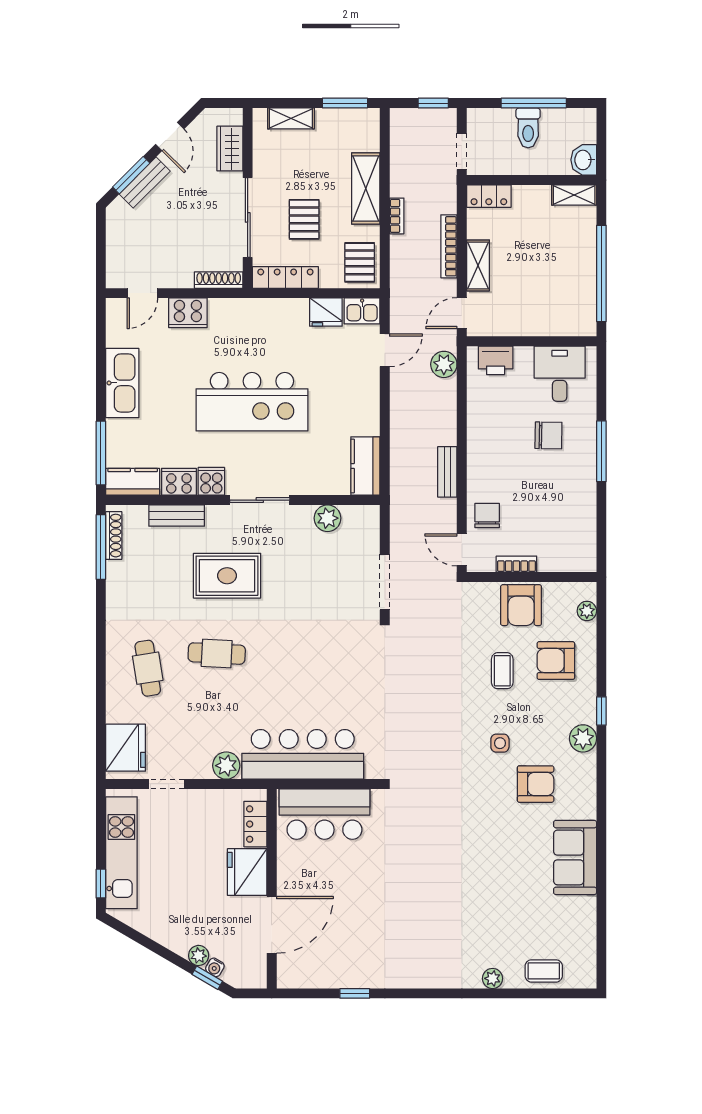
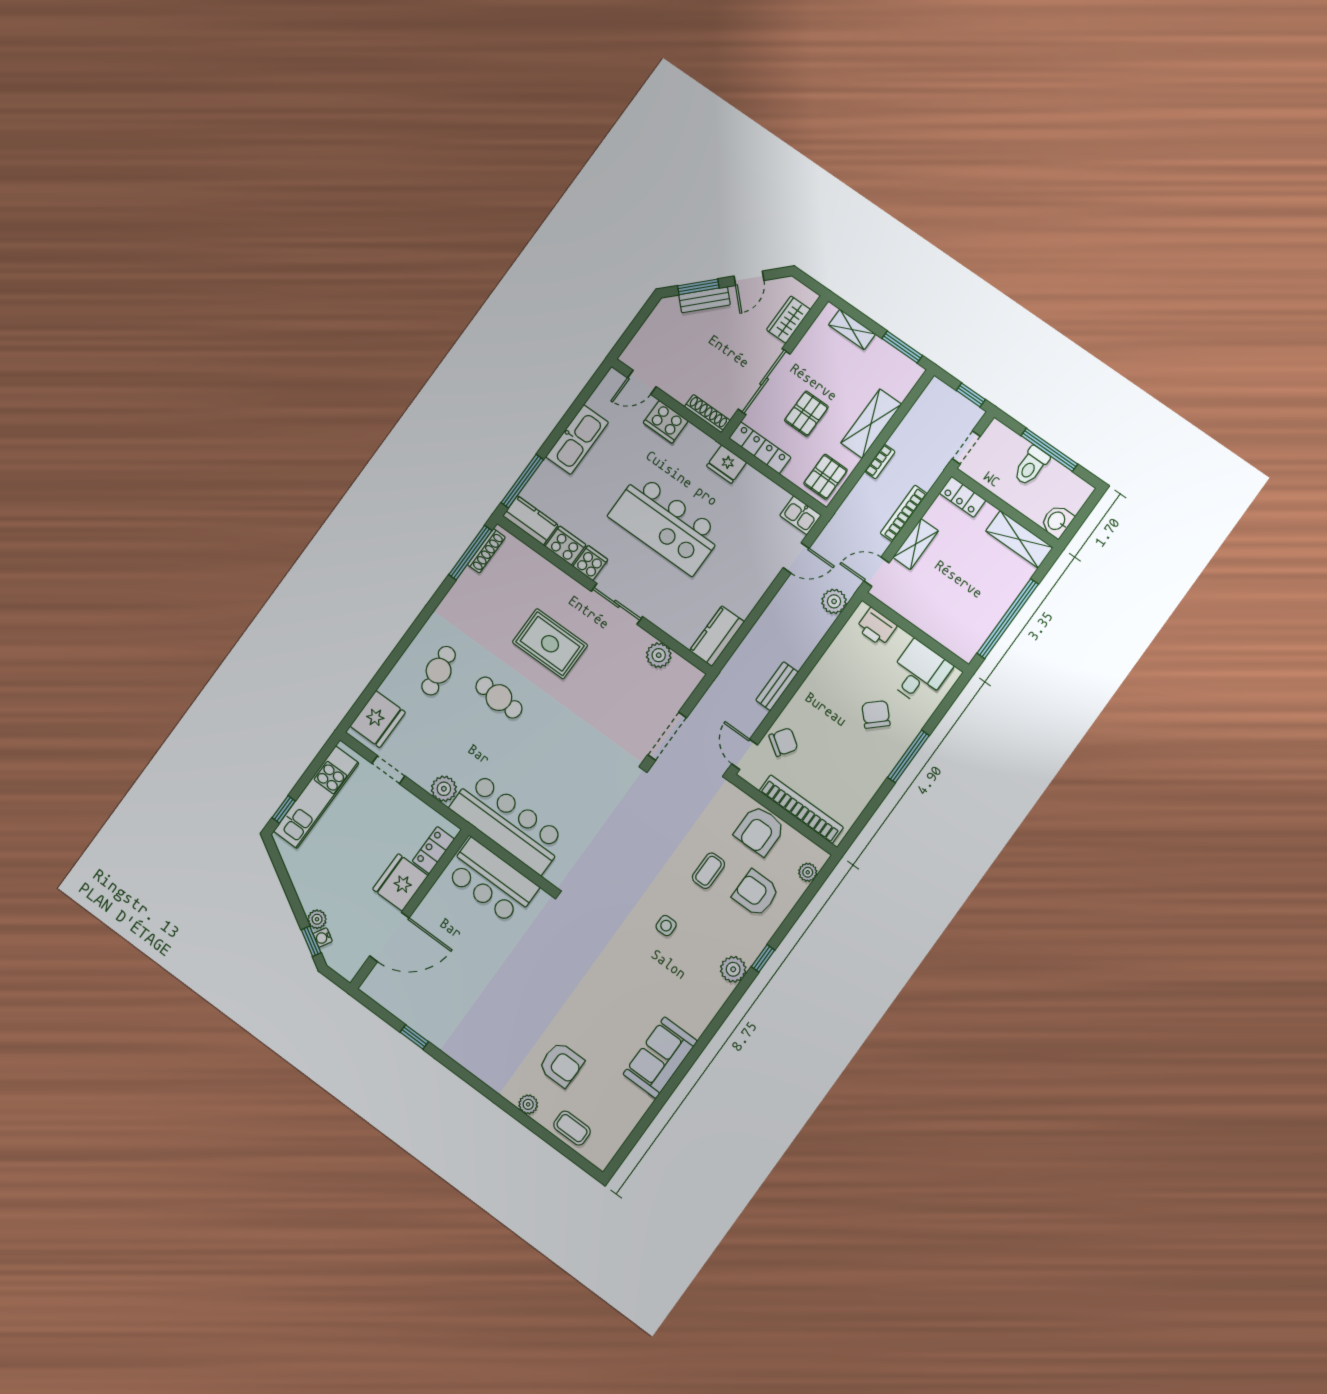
shelving: (574, 195) -> (1019, 539), width x1.50, depth x1.33
fridge: (326, 312) -> (727, 464), moved
chair: (548, 435) -> (876, 714), turned -134
bench: (177, 516) -> (545, 570), removed
chair: (487, 516) -> (783, 742), turned 34
bookcase: (516, 564) -> (801, 809), width x2.31, depth x1.31
armchair: (536, 784) -> (561, 1064), moved

